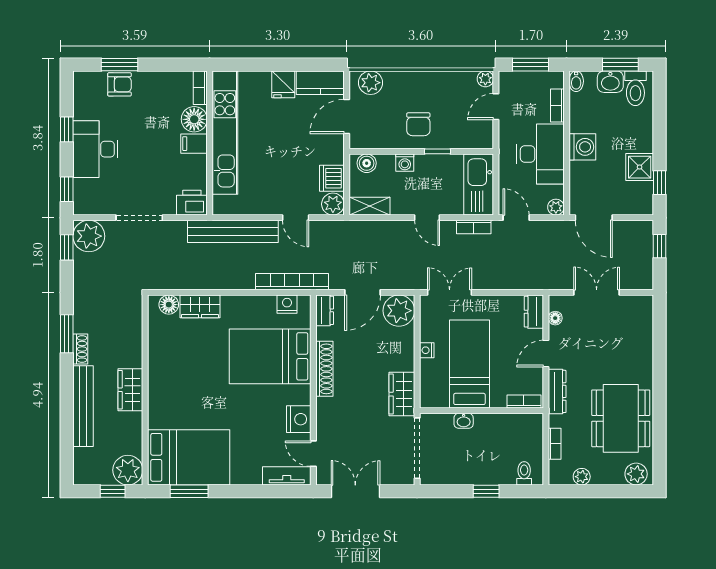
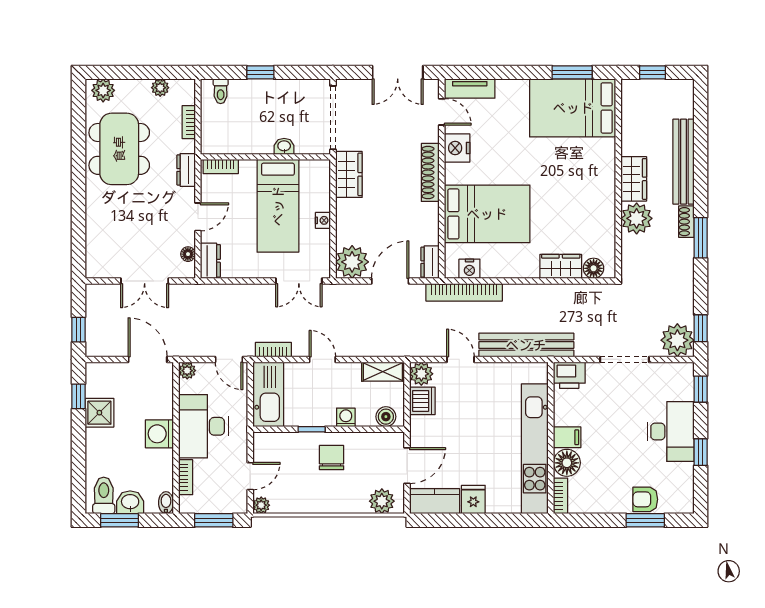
shoe rack: (324, 369) -> (430, 172), moved
dresser: (557, 391) -> (186, 170), width x0.70
plant: (128, 470) -> (637, 218), moved

